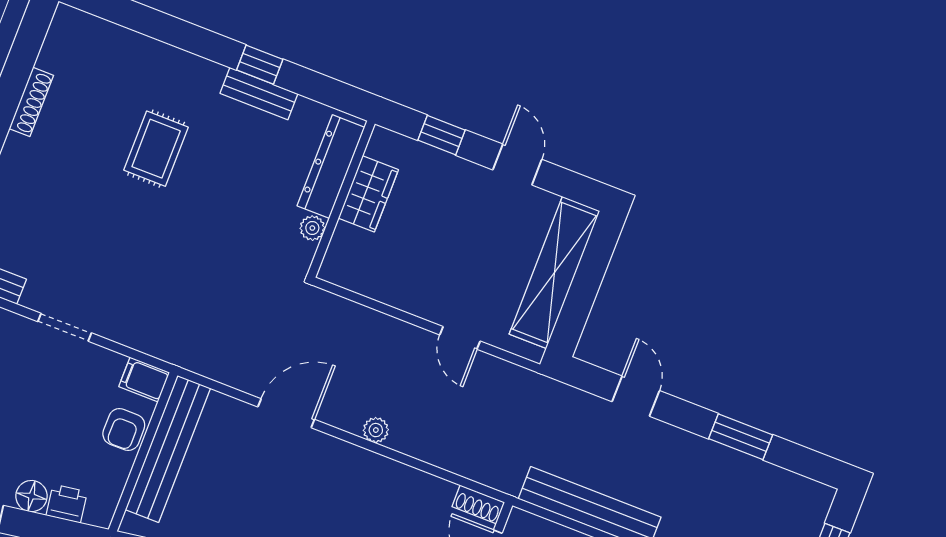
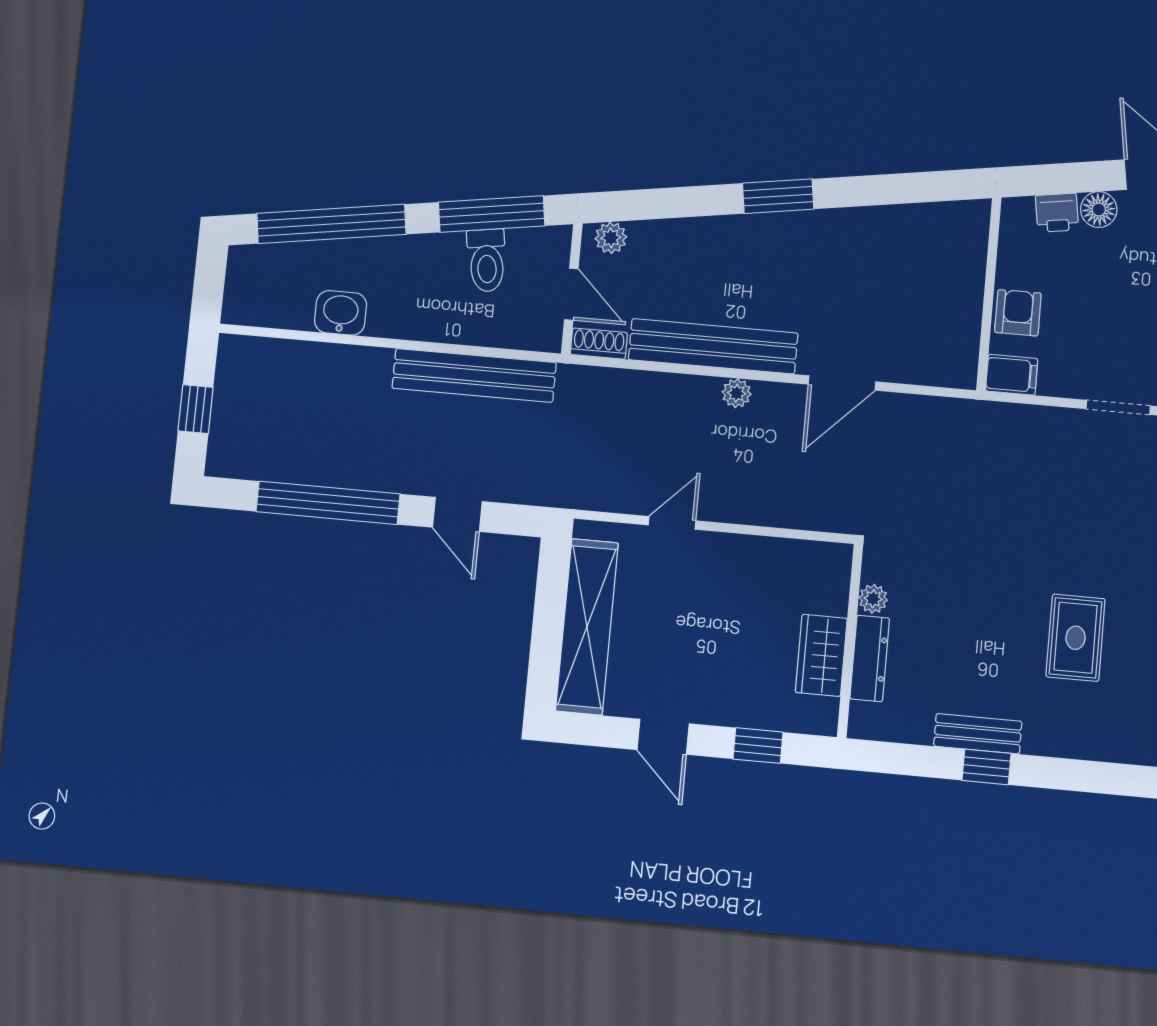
dresser: (331, 167) -> (870, 658), width x0.73, depth x0.80
door: (460, 338) -> (672, 523), hinge flipped
window: (741, 437) -> (328, 503), width x2.11
bench: (168, 449) -> (713, 346), moved, turned 90

